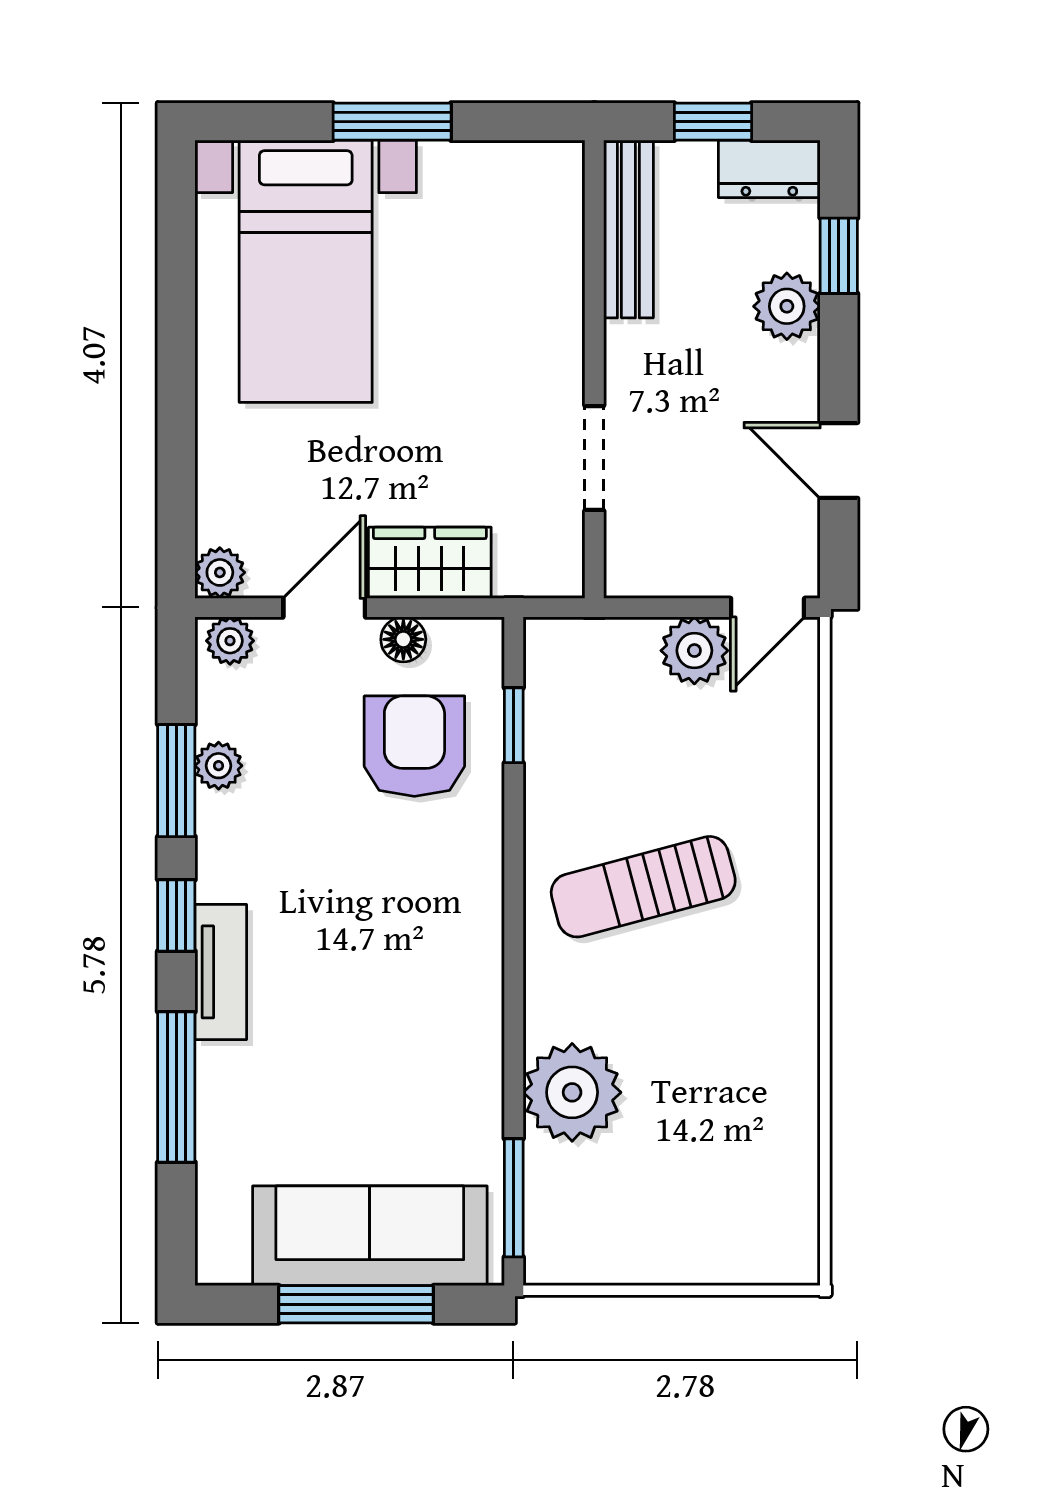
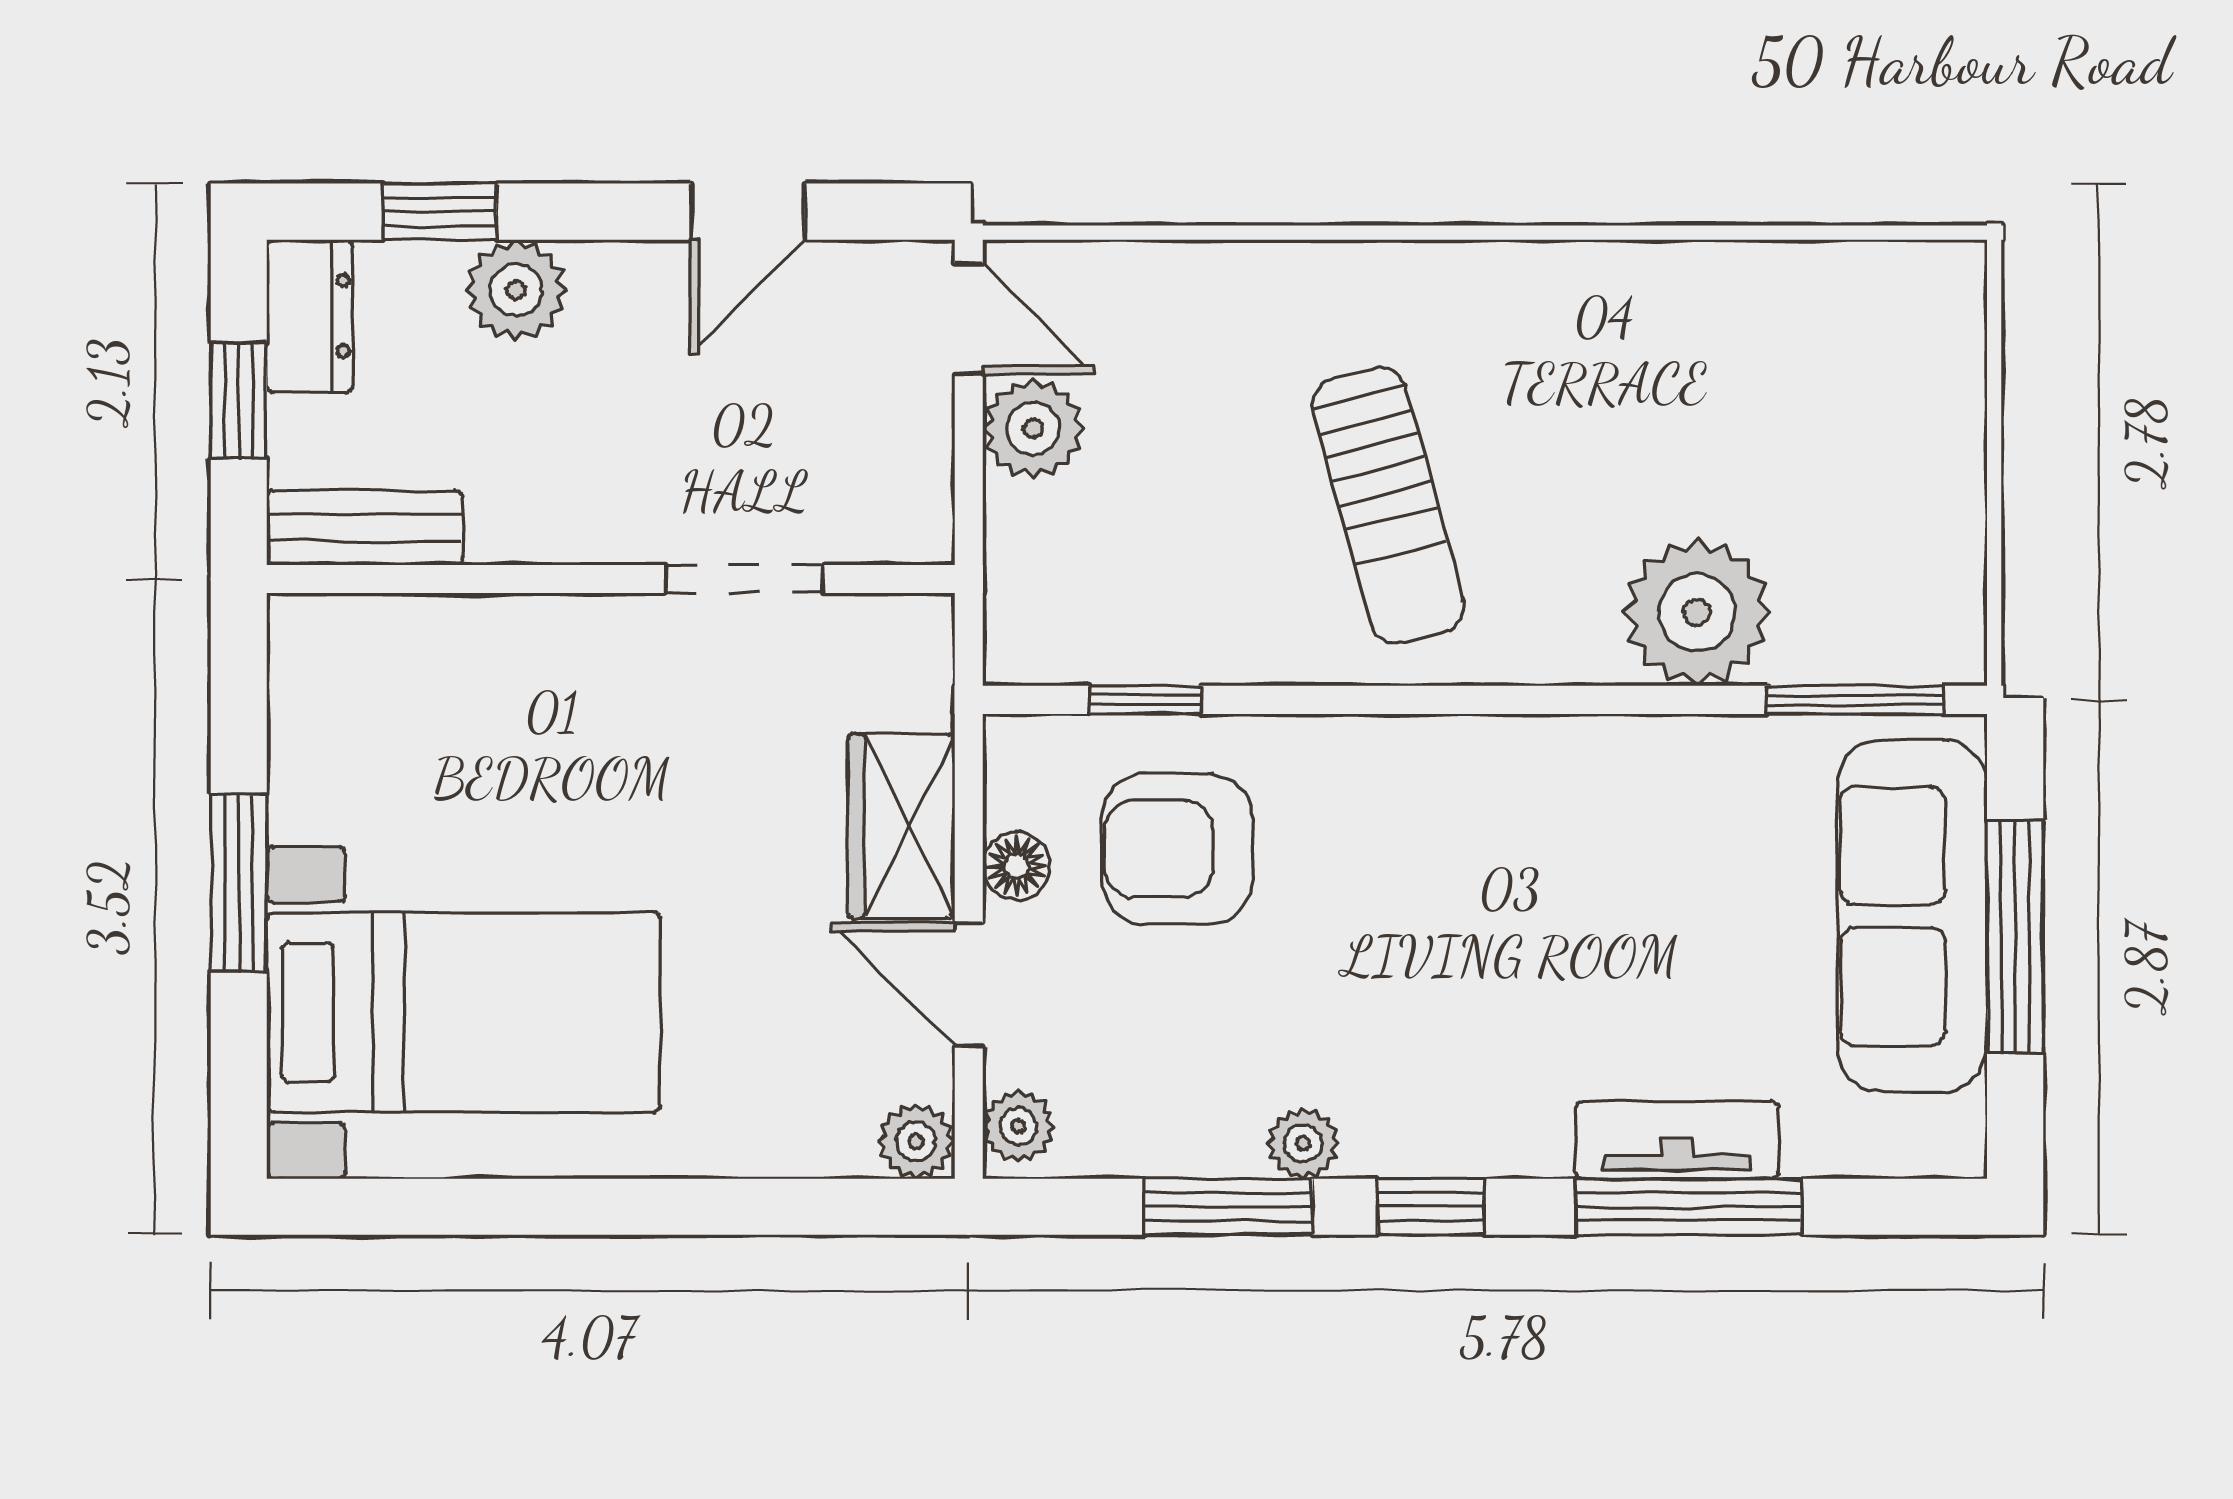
bench: (628, 229) -> (364, 528), width x0.73
plant: (219, 766) -> (1303, 1143), moved
tv unit: (221, 972) -> (1677, 1140), moved

